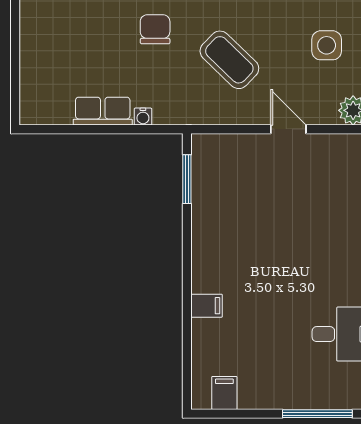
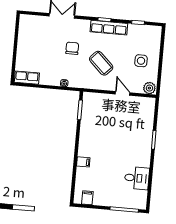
row of seats: (103, 111) -> (27, 78), moved

